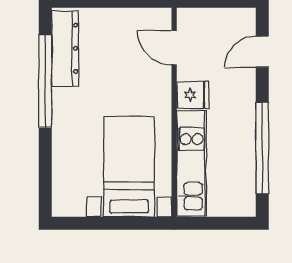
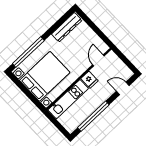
window: (45, 81) -> (28, 52), moved
bed with nightstands: (129, 167) -> (45, 76), width x1.36

